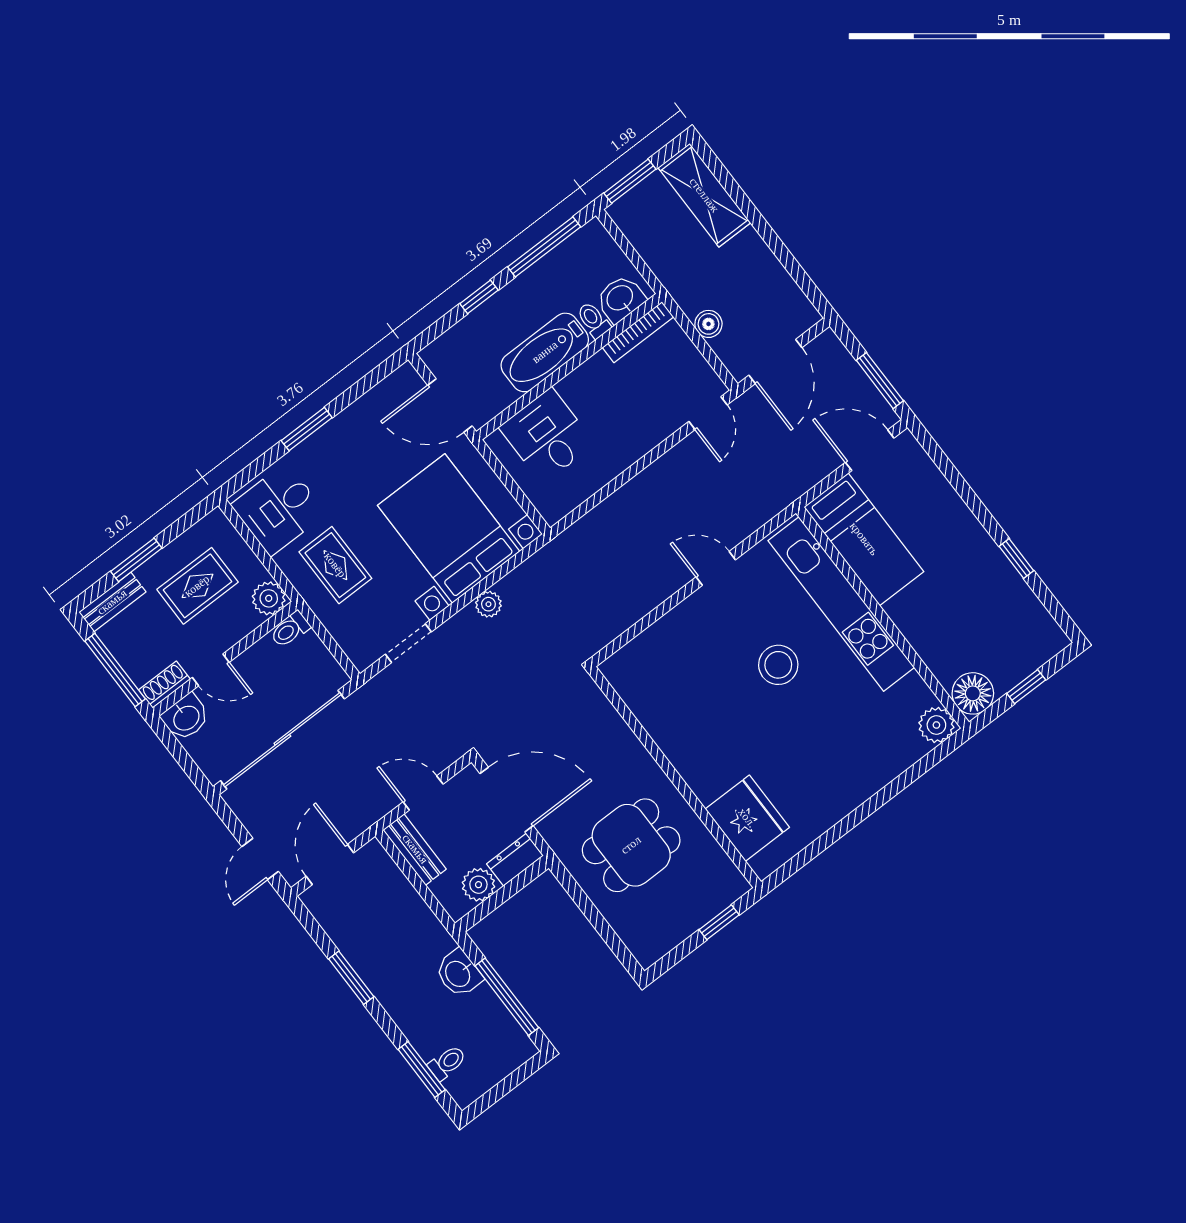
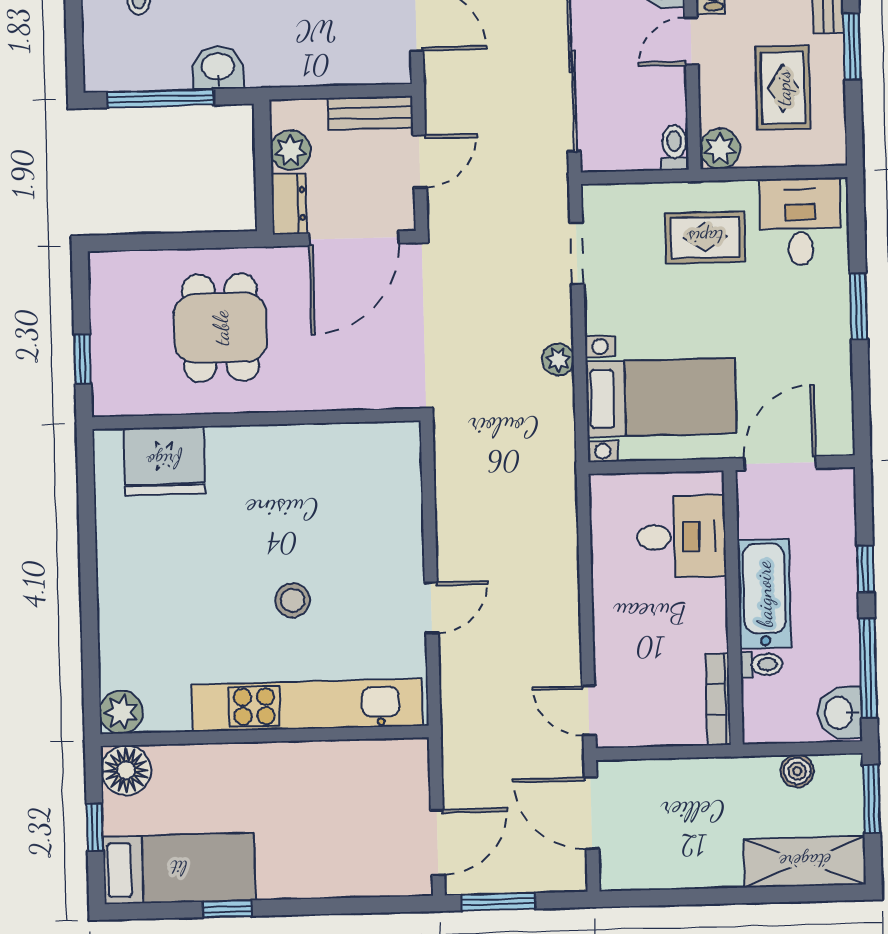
washbasin: (620, 299) -> (840, 713), moved, turned 180
boiler: (708, 324) -> (797, 771), moved
bed with nightstands: (449, 528) -> (661, 397), width x0.73
bed: (864, 539) -> (179, 868), moved, turned 180
stool: (778, 665) -> (293, 600), width x0.73, depth x0.73

